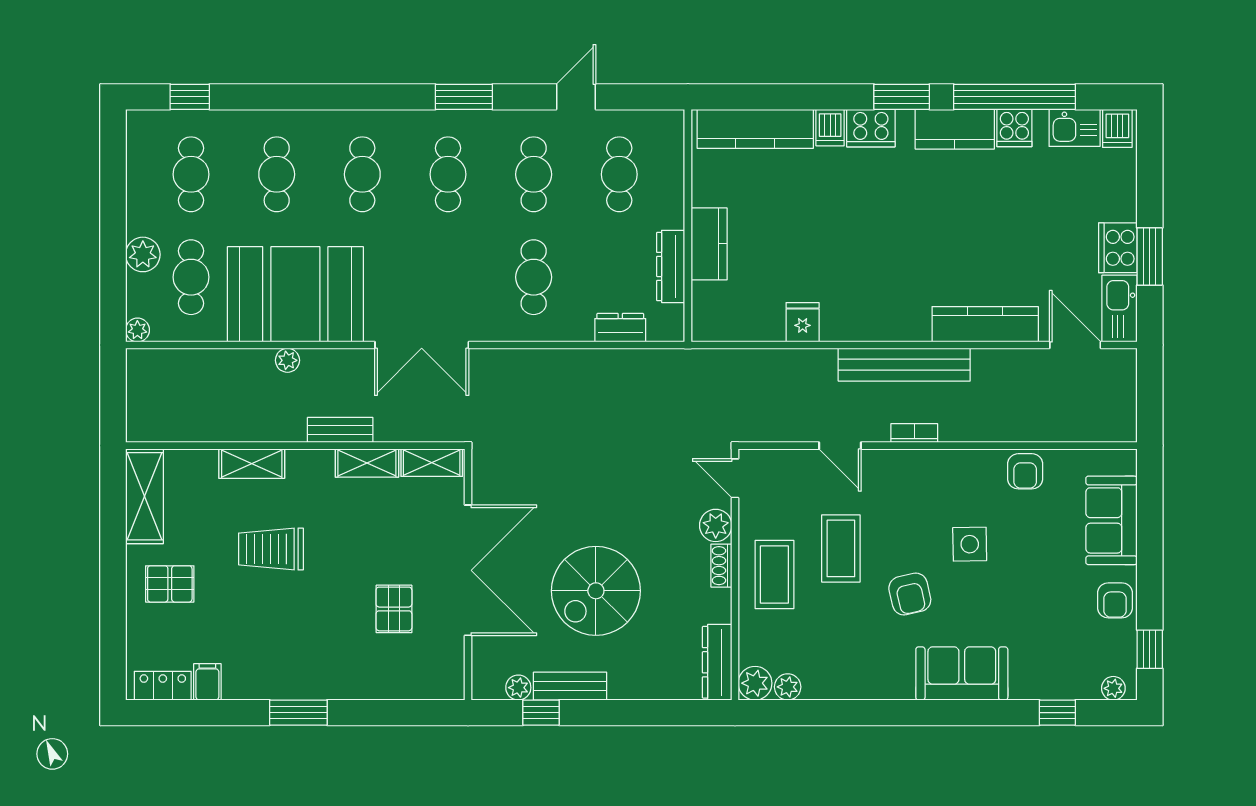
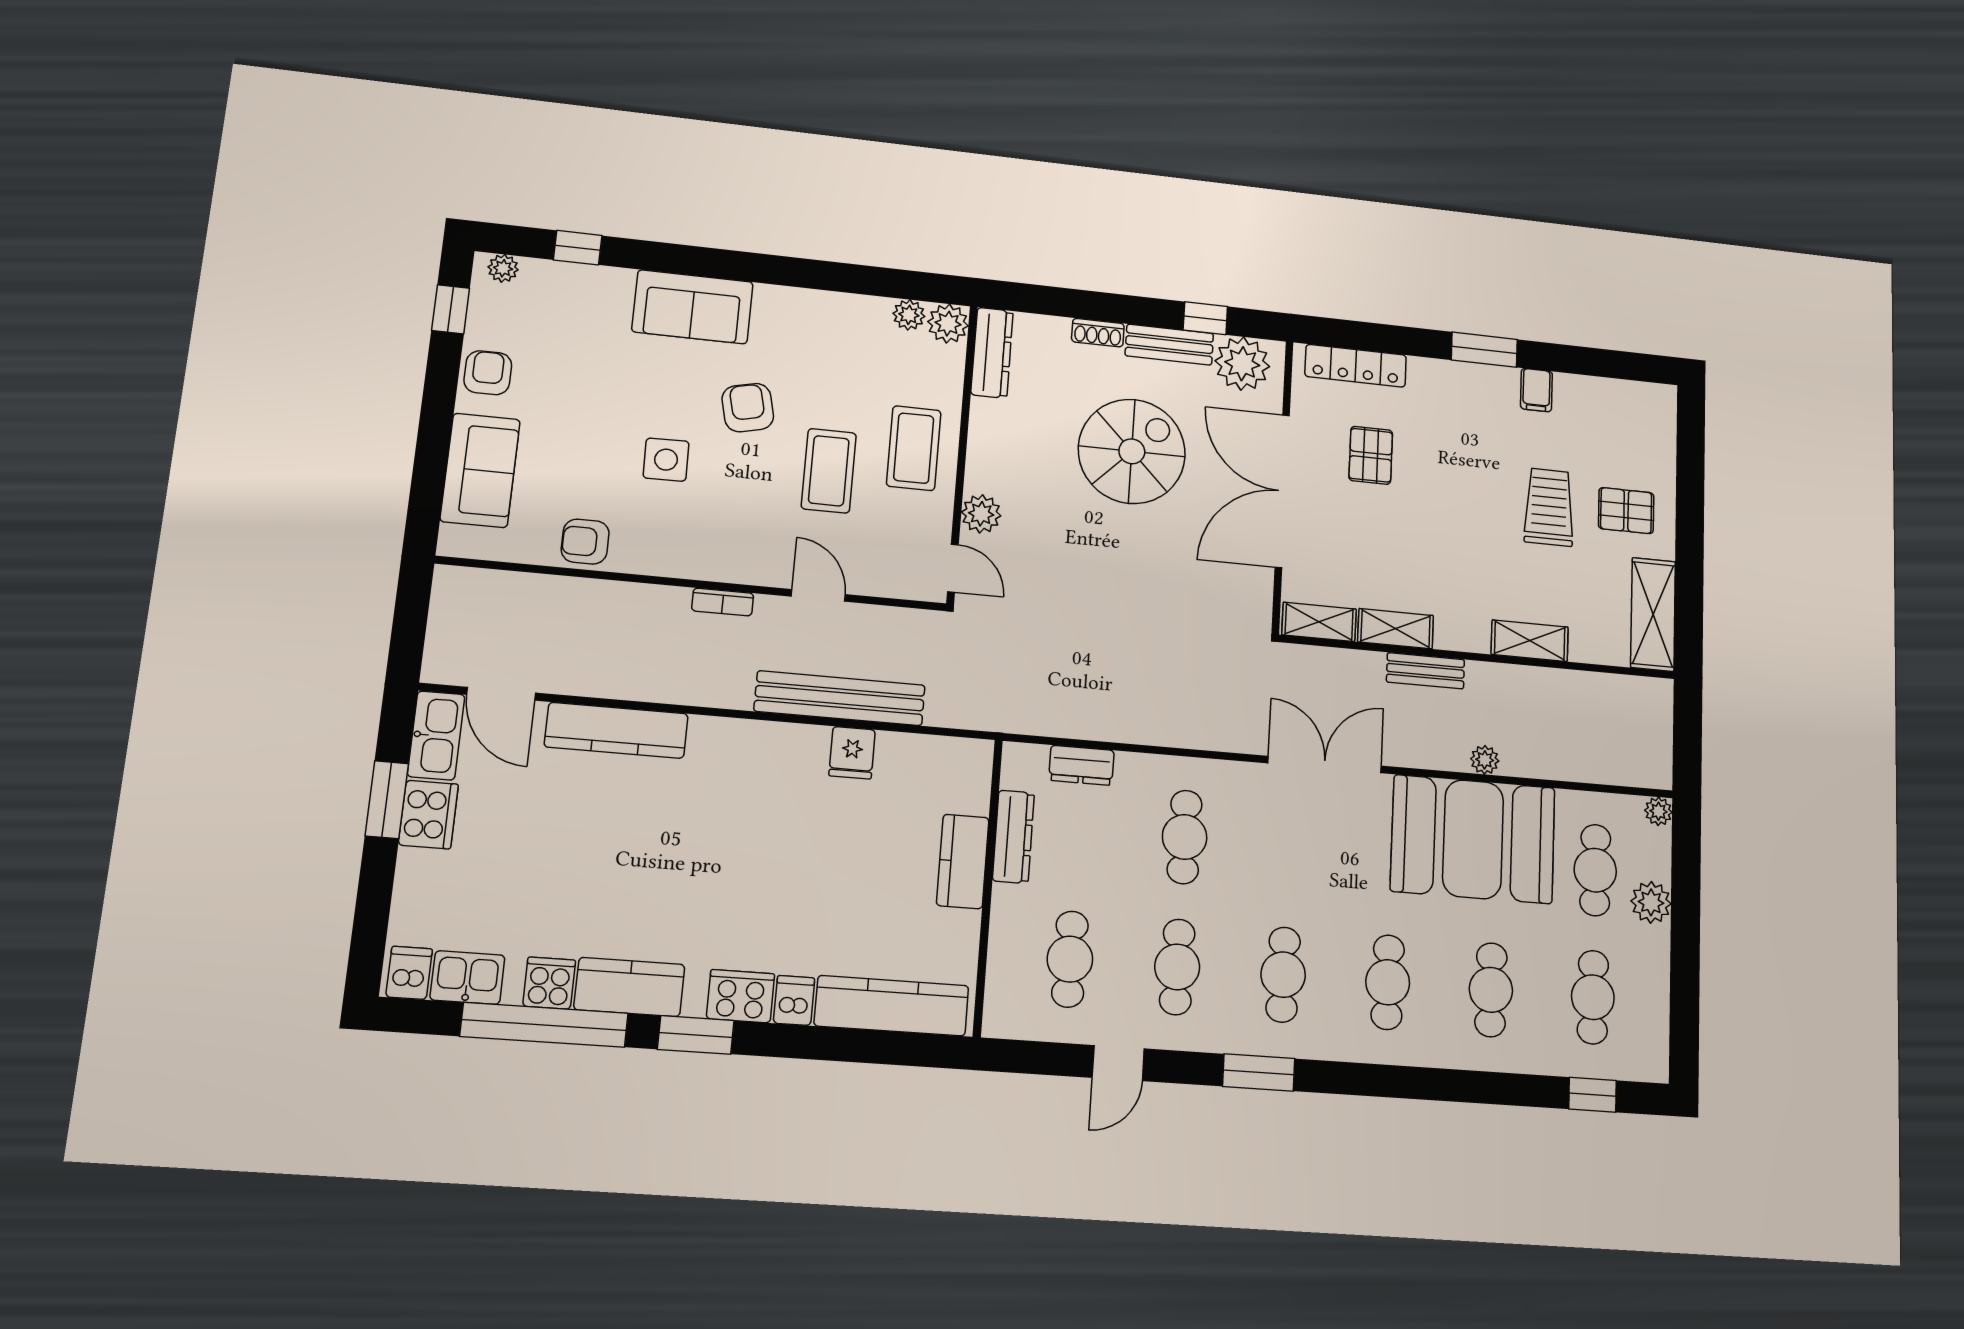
bench: (904, 365) -> (840, 698), moved
armchair: (1025, 471) -> (585, 542), turned -90
trolley: (271, 549) -> (1549, 507), moved, turned -90
shoe rack: (721, 566) -> (1098, 333), moved, turned 90
filing cabinet: (207, 682) -> (1536, 390), moved
locker: (163, 686) -> (1356, 366), moved, width x1.53
plant: (518, 688) -> (1242, 364), width x1.87, depth x1.87

